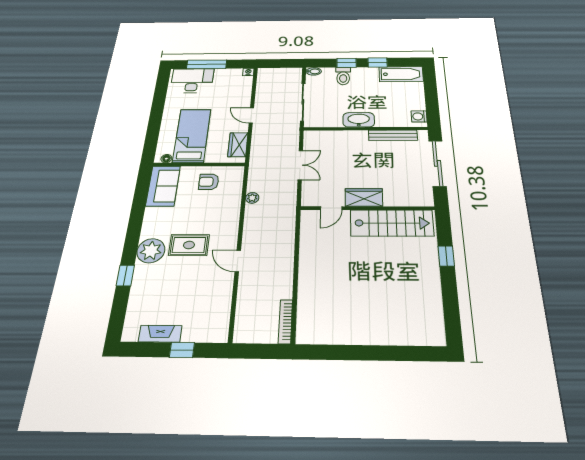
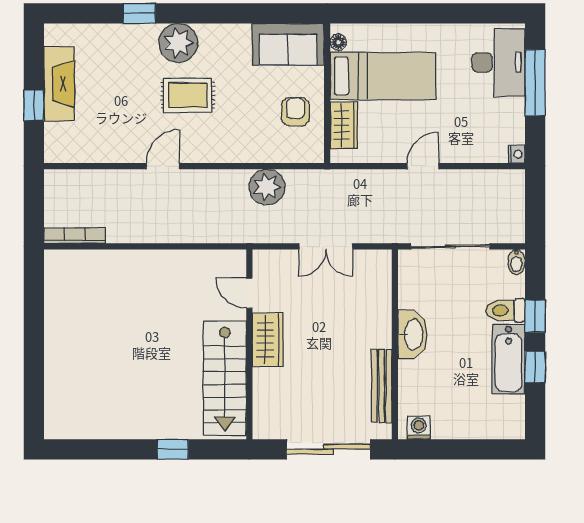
bathtub: (401, 74) -> (509, 359), moved
wardrobe: (238, 145) -> (344, 125), moved, turned 90
plant: (252, 198) -> (267, 187), width x1.88, depth x1.88
rug: (189, 245) -> (188, 95), turned 90
fireplace: (160, 334) -> (59, 84), width x1.37, depth x1.32

